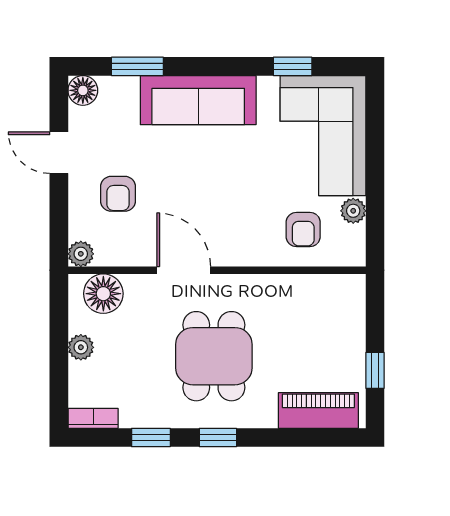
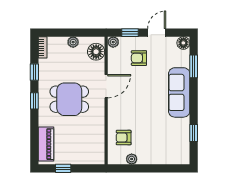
corner sofa: (323, 136) -> (164, 146), removed
window: (59, 215) -> (130, 33), added

